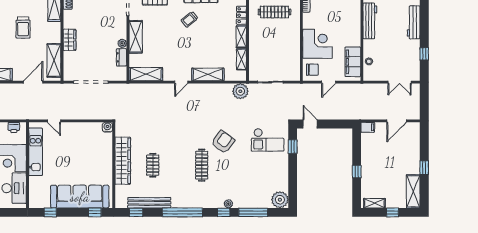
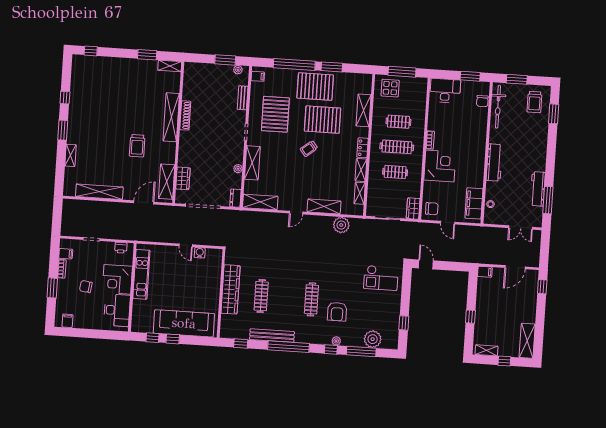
workbench: (414, 22) -> (538, 189), moved
clothes rail: (274, 36) -> (395, 172), added
wardrobe: (70, 40) -> (183, 178), moved
corner desk: (317, 44) -> (440, 166), moved
window: (424, 54) -> (548, 200), width x2.17
dresser: (122, 57) -> (235, 198), moved
wardrobe: (294, 71) -> (413, 208), added
door: (329, 82) -> (448, 223), hinge flipped
plant: (240, 91) -> (341, 225), moved
door: (54, 121) -> (186, 245), moved
water cooler: (107, 127) -> (200, 253), moved
armchair: (223, 142) -> (337, 312), moved, turned 143
window: (293, 147) -> (404, 323), moved
clothes rail: (153, 165) -> (261, 296), width x1.36
window: (424, 168) -> (542, 287), moved
plant: (280, 200) -> (373, 339), moved
bench: (149, 203) -> (272, 336), moved
window: (95, 212) -> (173, 339), moved

